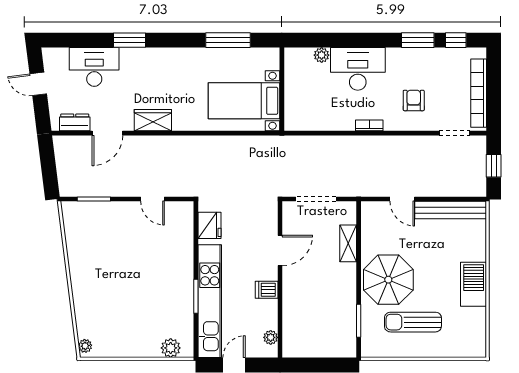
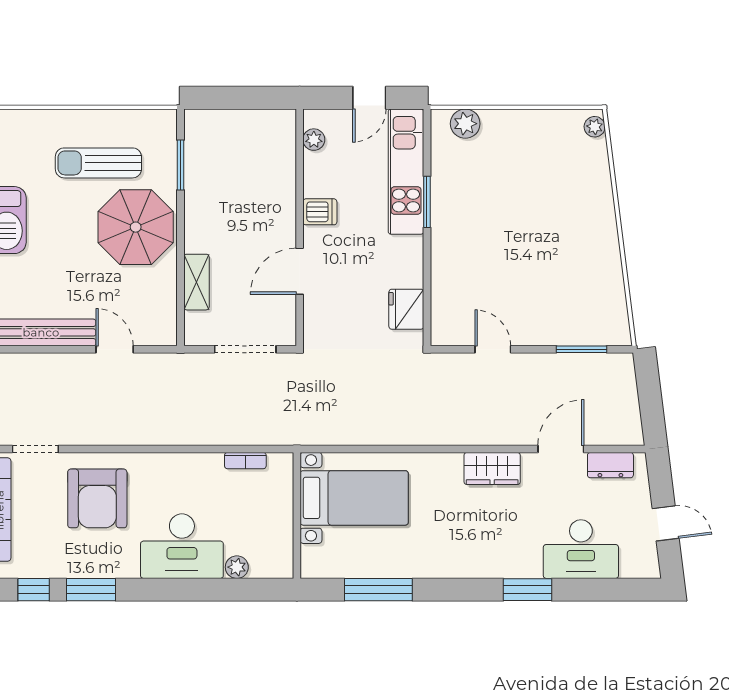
armchair: (414, 100) -> (97, 498), width x1.88, depth x1.88
bookcase: (369, 125) -> (245, 461), moved
kitchen unit: (210, 301) -> (406, 172), width x0.73
sun lounger: (413, 322) -> (98, 163), turned 180

